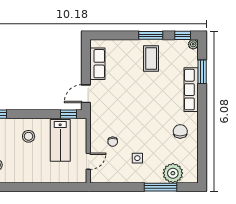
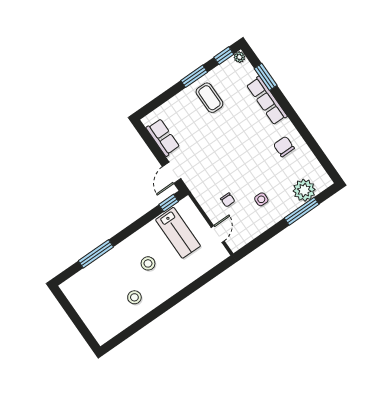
stool: (29, 136) -> (148, 263), moved

